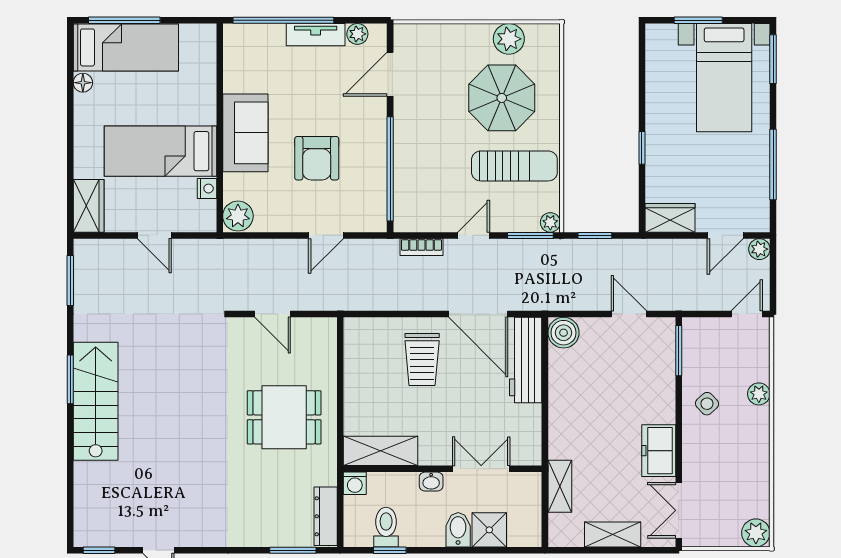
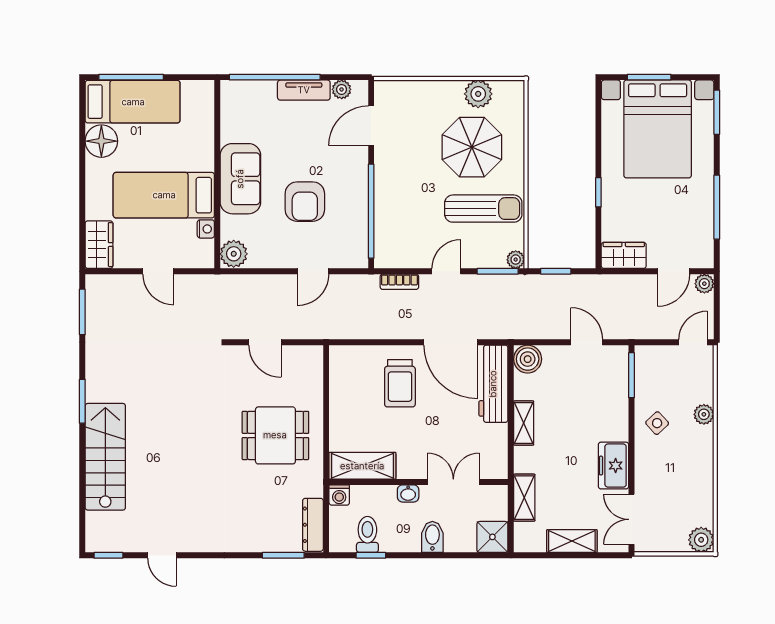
bed with nightstands: (724, 78) -> (658, 129), width x1.36
floor lamp: (83, 83) -> (101, 141), width x1.89, depth x1.89
stairs: (96, 401) -> (105, 457), moved
shelving: (559, 404) -> (524, 423), added
shower: (489, 530) -> (492, 537), moved

